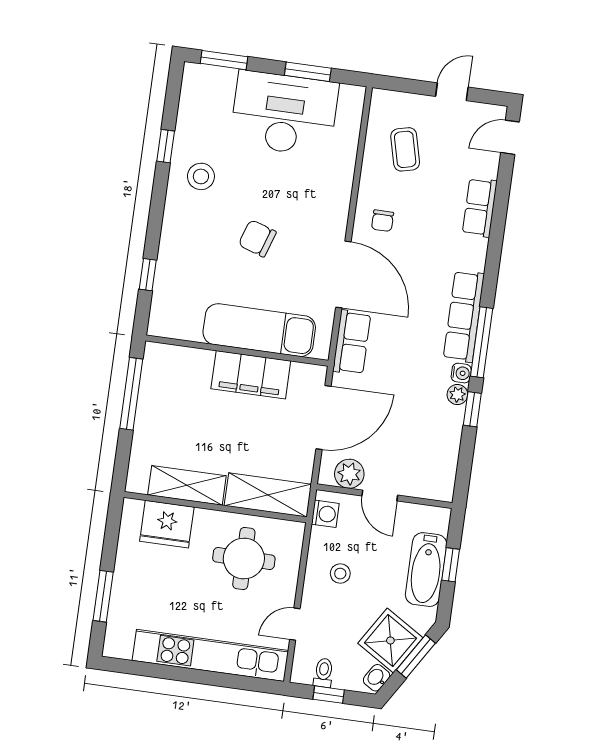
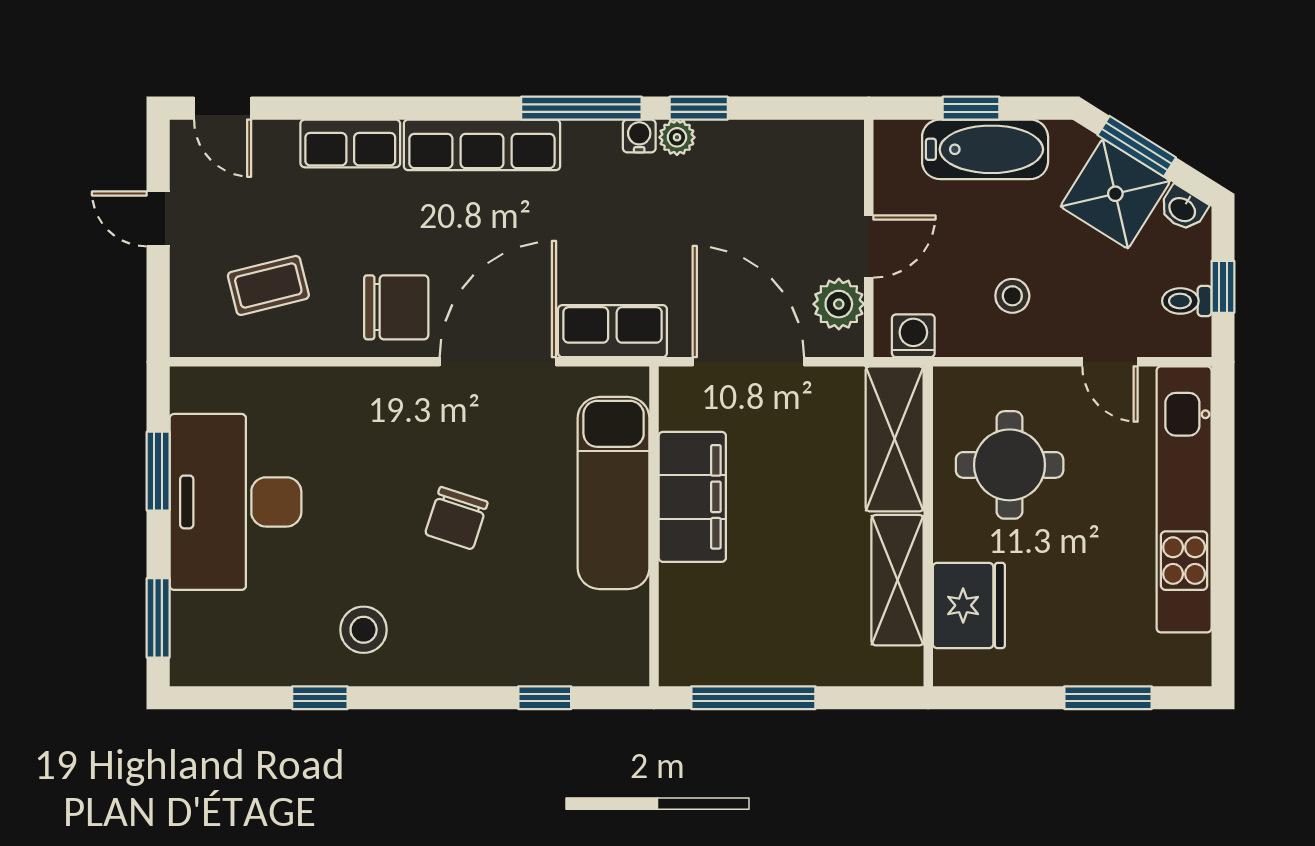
chair: (383, 221) -> (396, 307), width x1.87, depth x1.87
row of seats: (464, 316) -> (482, 145), moved

